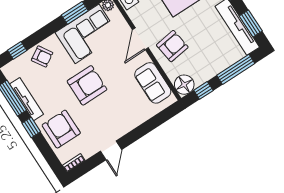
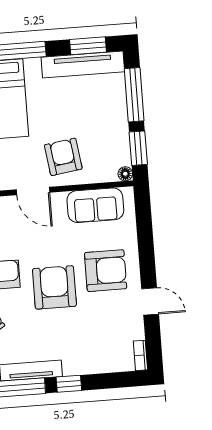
floor lamp: (184, 85) -> (125, 174), width x0.53, depth x0.53
window: (203, 90) -> (138, 148), width x1.50
armchair: (61, 129) -> (106, 271), moved, turned 180

